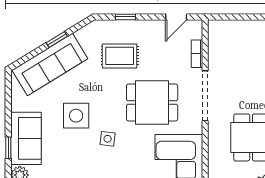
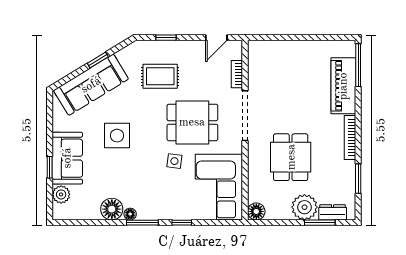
side table: (108, 139) -> (174, 161), moved

